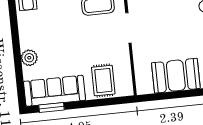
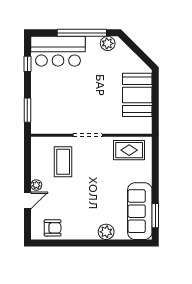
rug: (103, 81) -> (129, 150), moved

